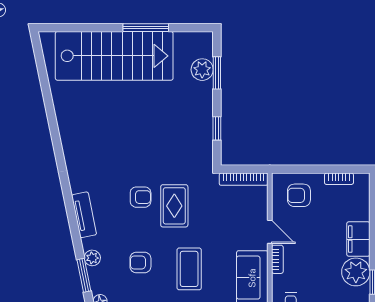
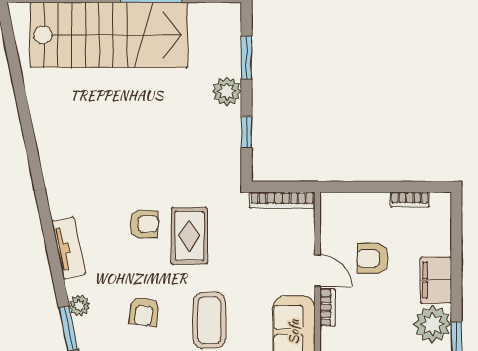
plant: (202, 70) -> (227, 91), moved
armchair: (299, 195) -> (373, 258), moved
armchair: (140, 263) -> (144, 312), turned -82

